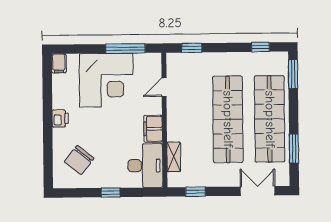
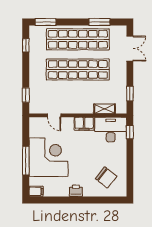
window: (125, 48) -> (26, 161), moved
double door: (258, 191) -> (130, 49), swing flipped
window: (111, 193) -> (130, 132), moved

